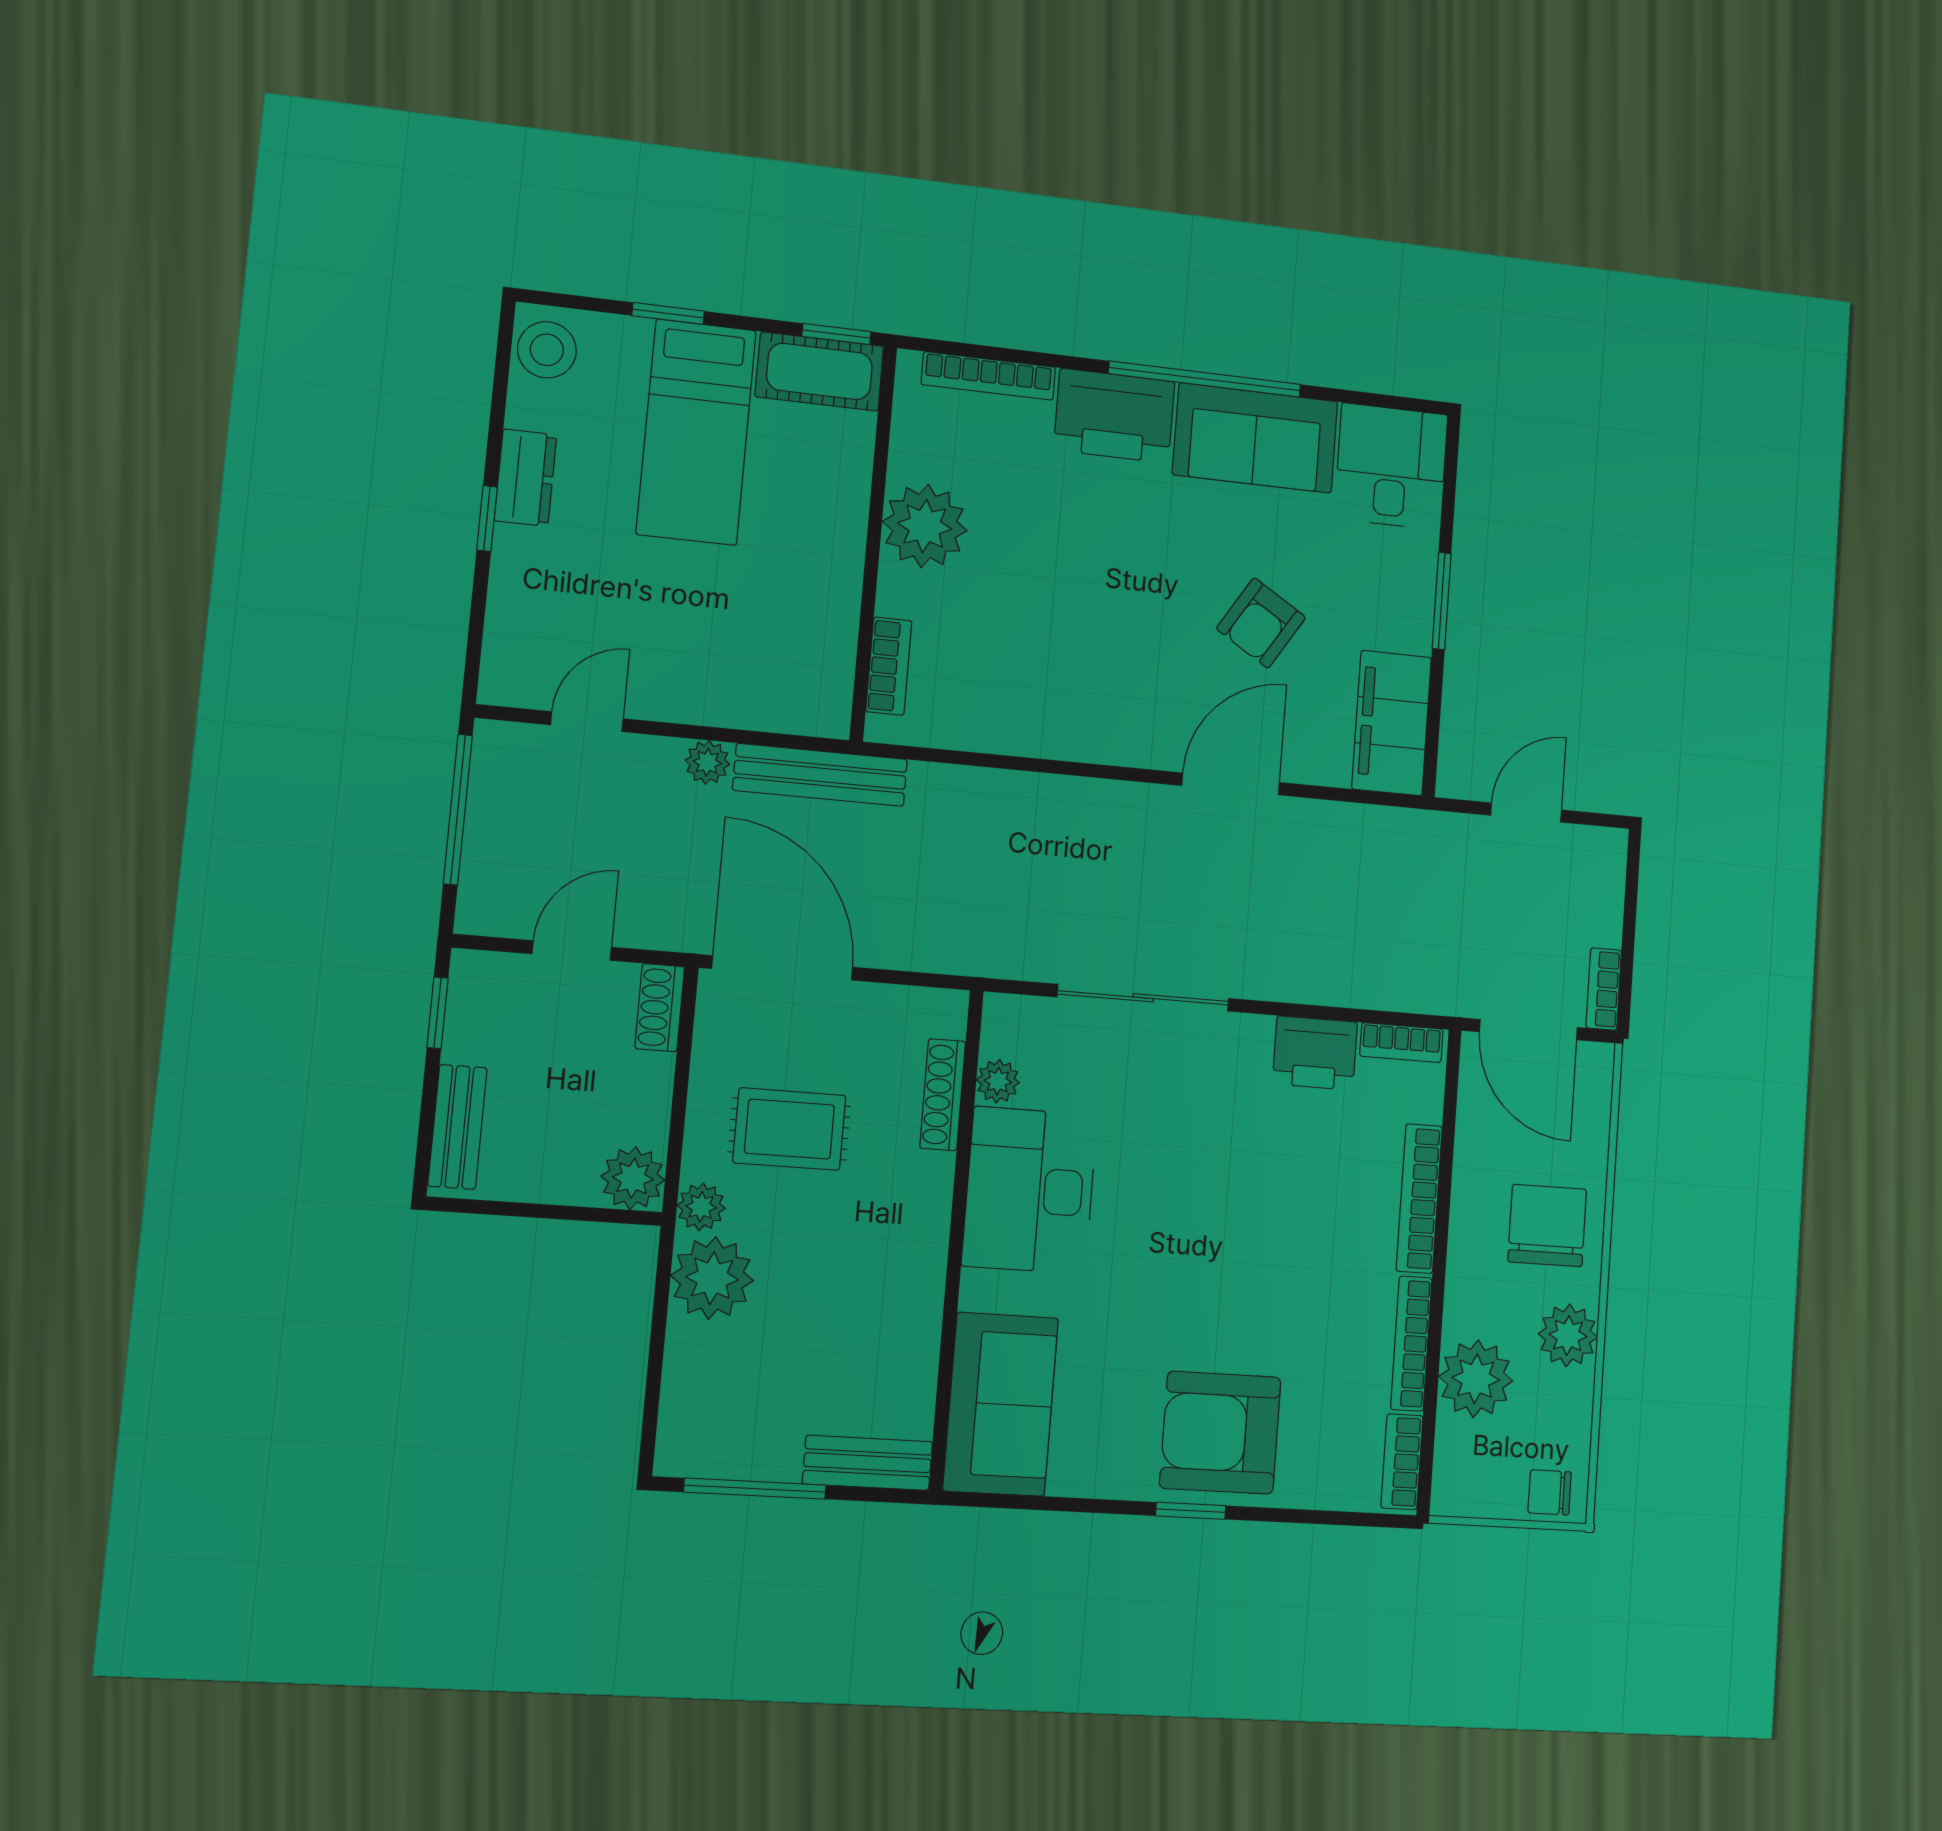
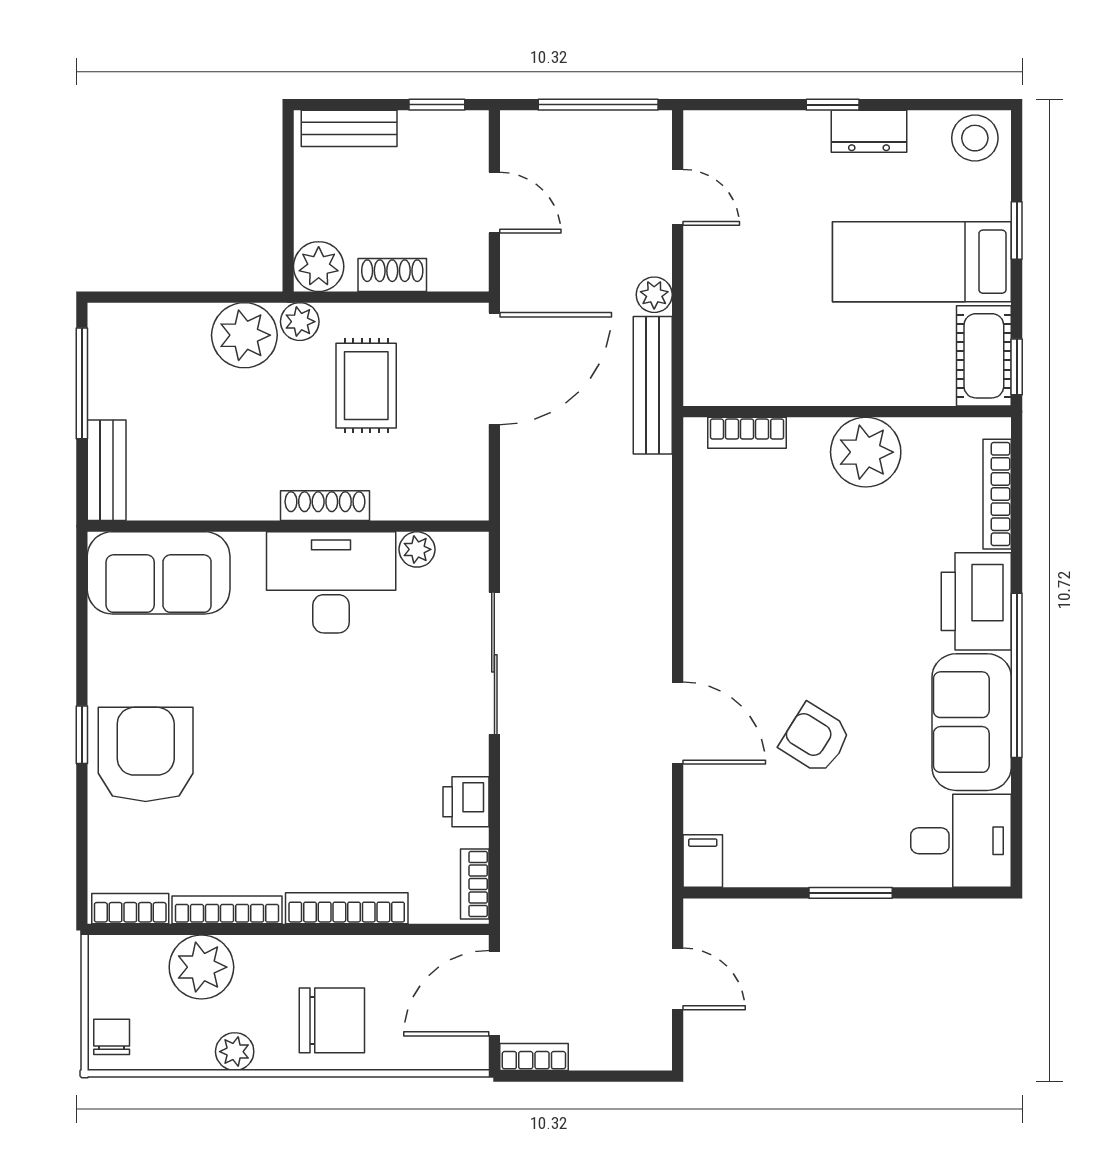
filing cabinet: (1392, 723) -> (703, 861), width x0.33, depth x0.86
shoe rack: (660, 1008) -> (392, 275), moved
printer: (1315, 1053) -> (466, 802), width x0.73, depth x0.81
shoe rack: (943, 1095) -> (325, 506), moved
plant: (1568, 1335) -> (235, 1052), width x0.73, depth x0.73

